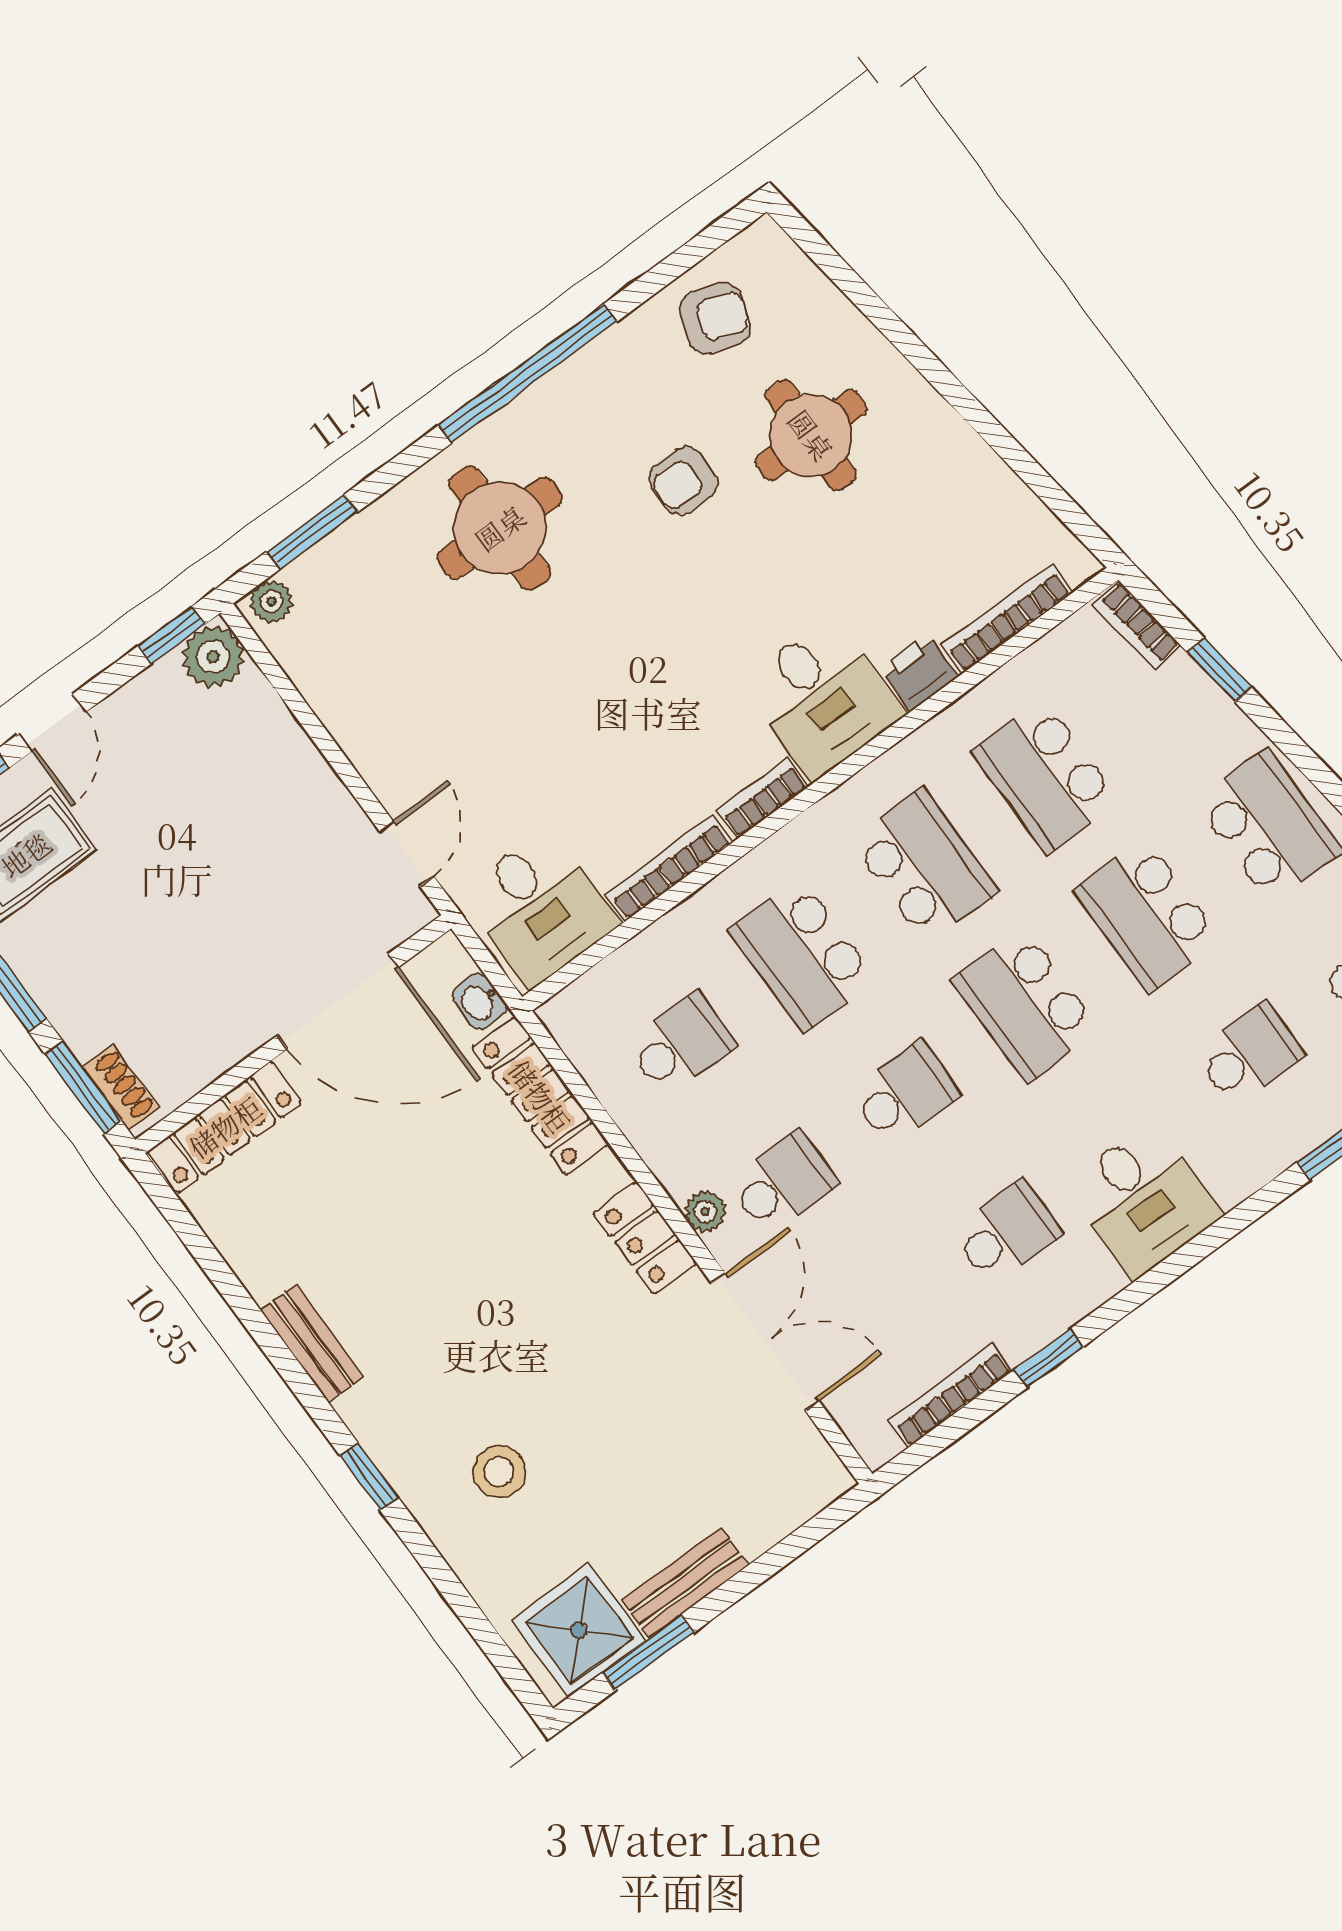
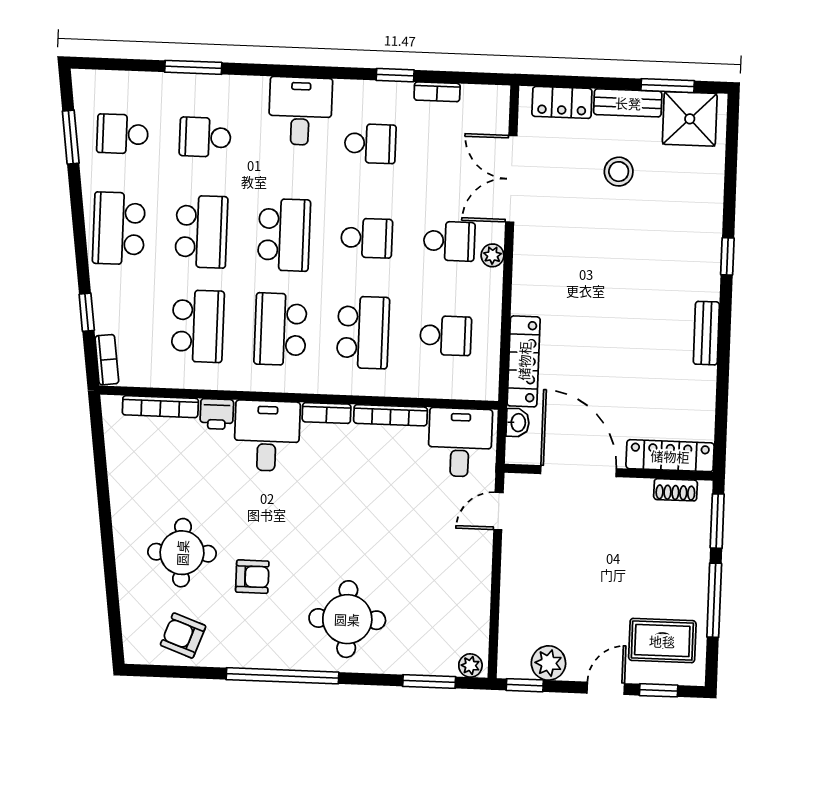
plant: (213, 657) -> (548, 663), moved
school desk: (681, 1044) -> (446, 336), turned 180
shoe rack: (120, 1088) -> (675, 490), moved, turned -90
school desk: (904, 1094) -> (367, 238), turned 180
school desk: (783, 1183) -> (449, 241), turned 180
school desk: (1006, 1232) -> (370, 144), turned 180
locker: (645, 1238) -> (562, 102), moved, turned 90
bookcase: (951, 1396) -> (437, 92), width x0.64
stool: (499, 1472) -> (619, 172), moved

